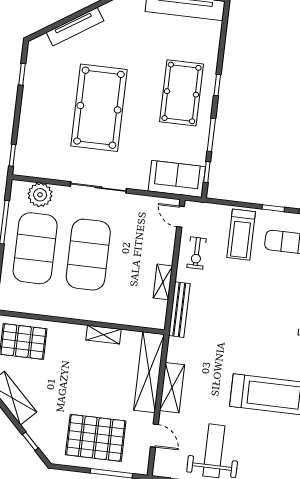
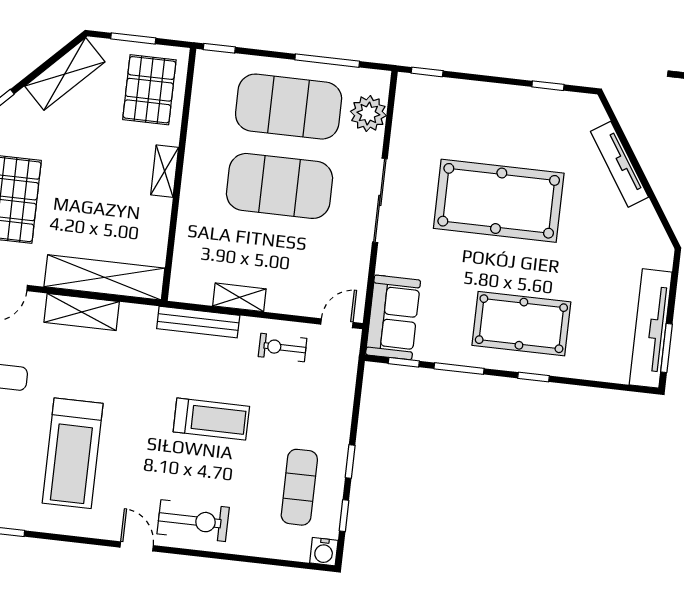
treadmill: (241, 235) -> (211, 419), moved, turned 180
shelving: (103, 335) -> (165, 171), moved

